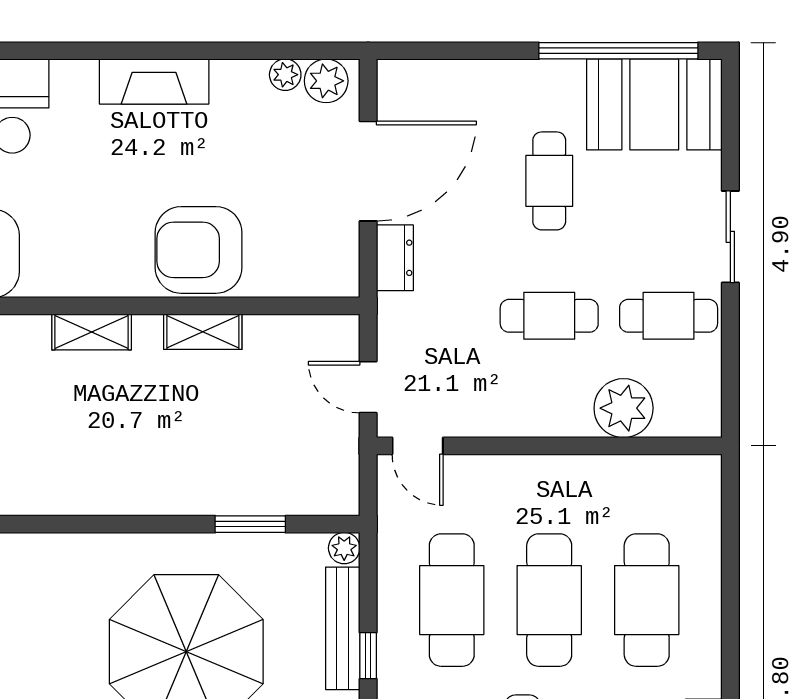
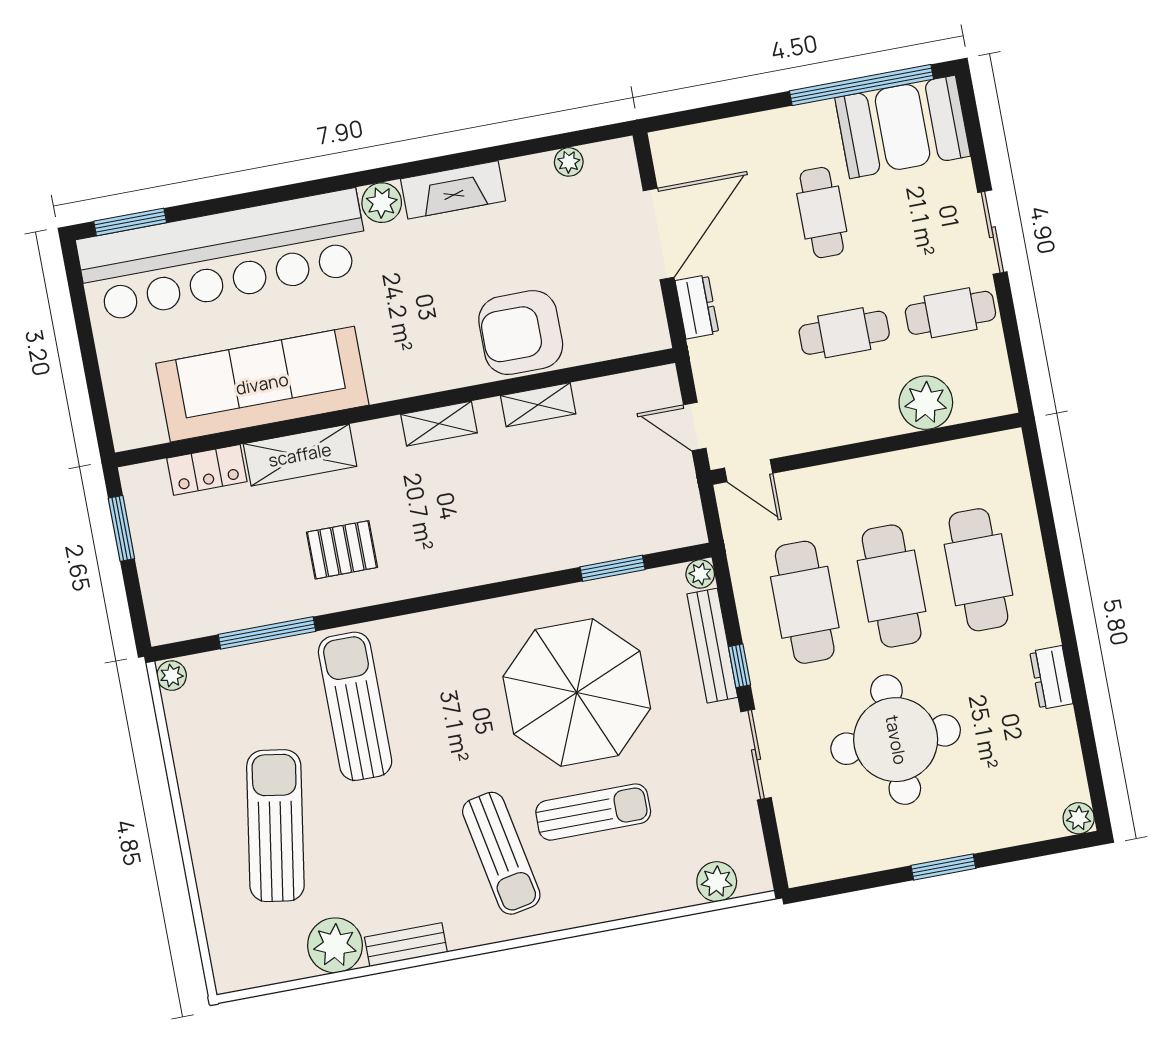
plant: (326, 81) -> (382, 203), moved

